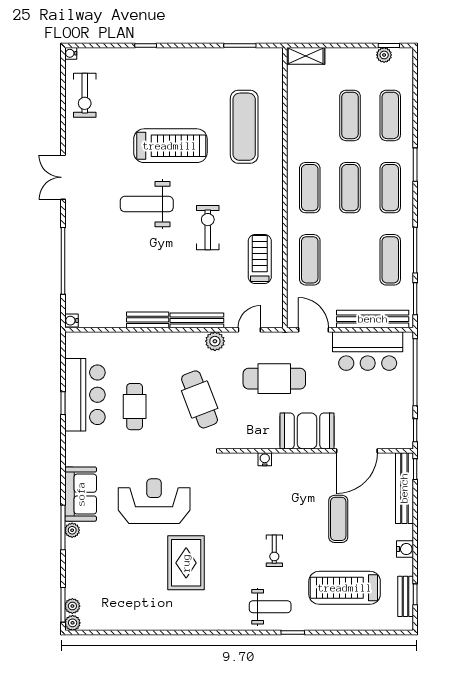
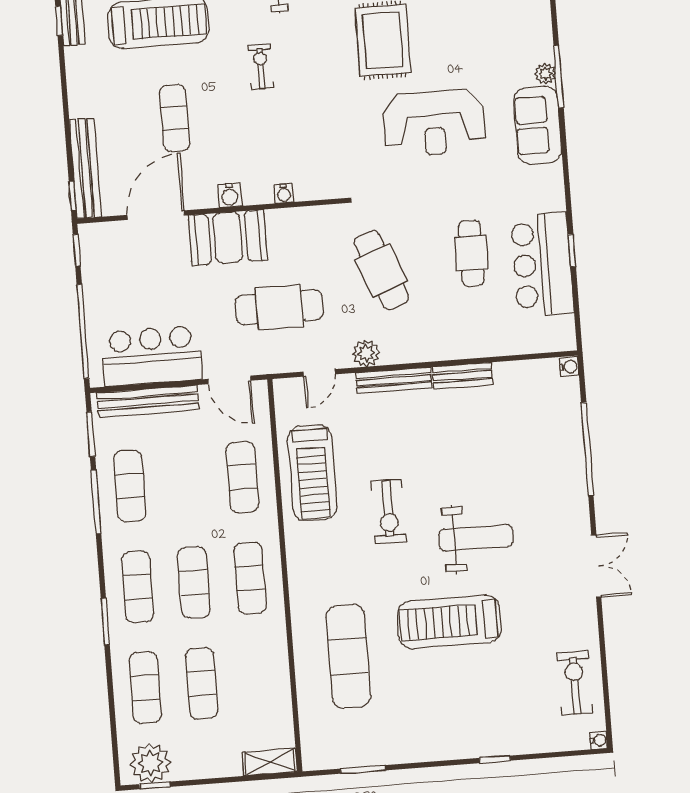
plant: (384, 55) -> (150, 763), width x1.87, depth x1.87
treadmill: (260, 259) -> (312, 473), width x1.37, depth x1.38
water cooler: (405, 549) -> (230, 195), moved, turned -90

